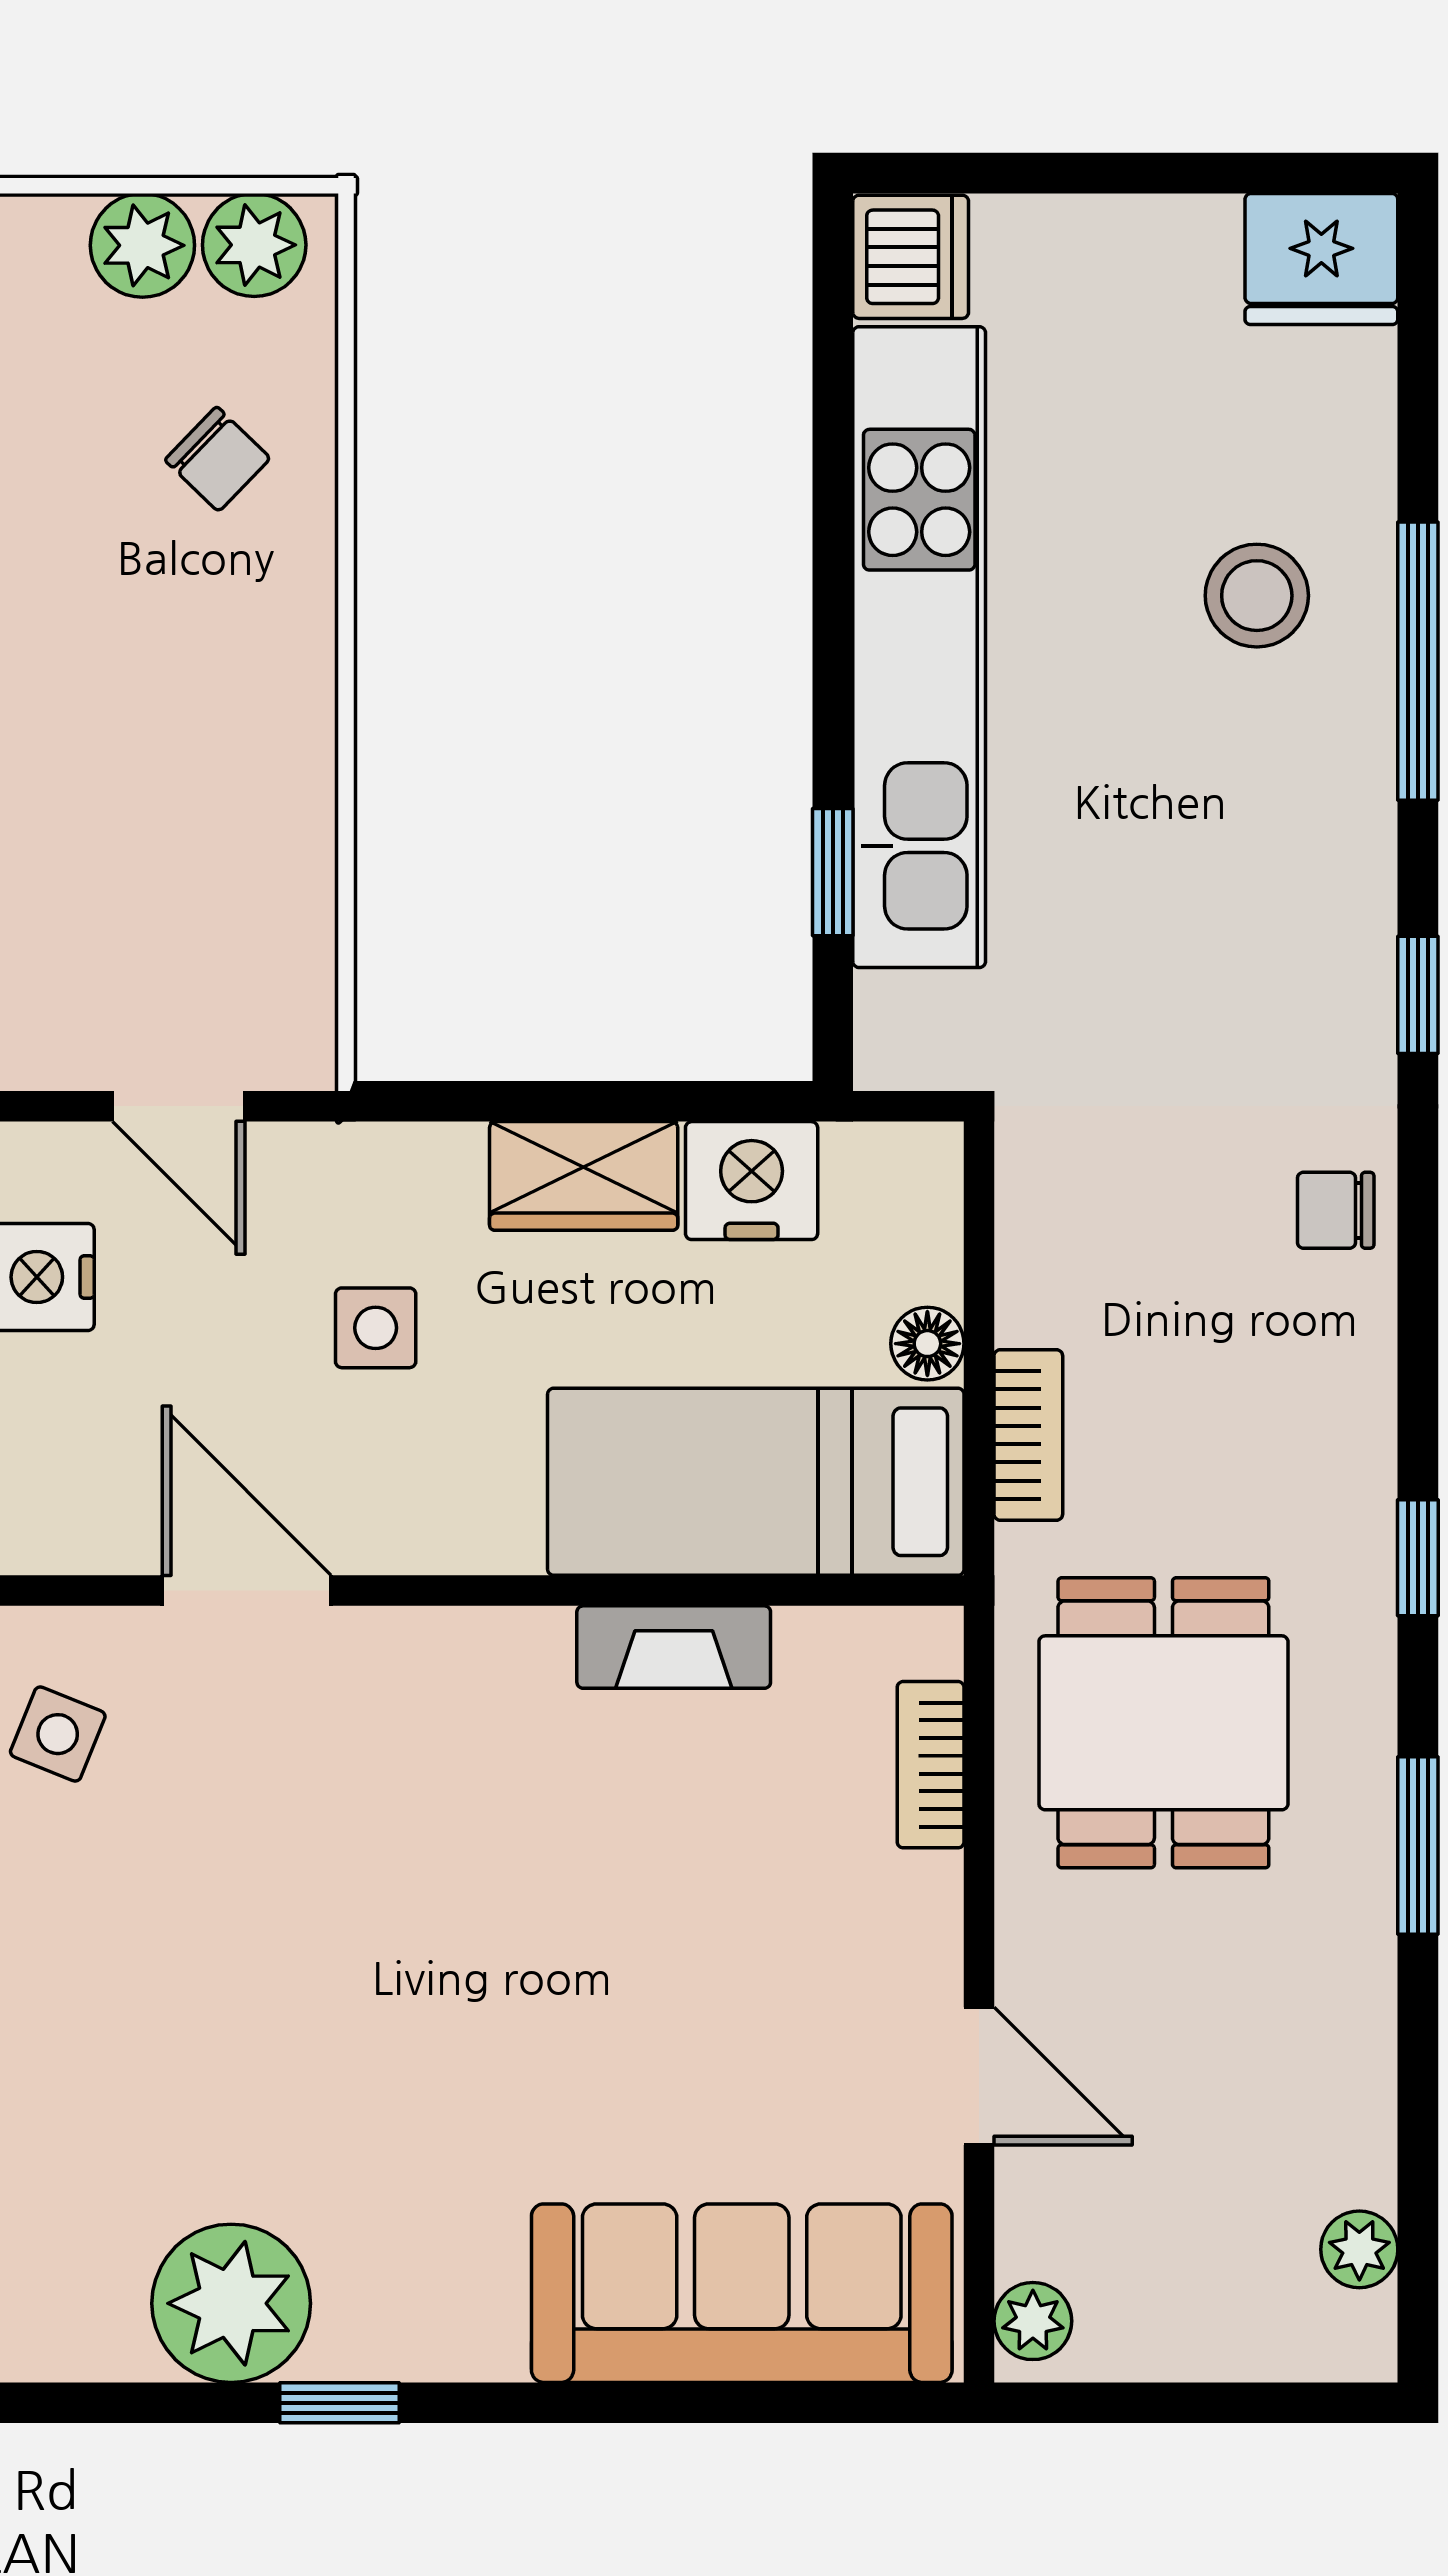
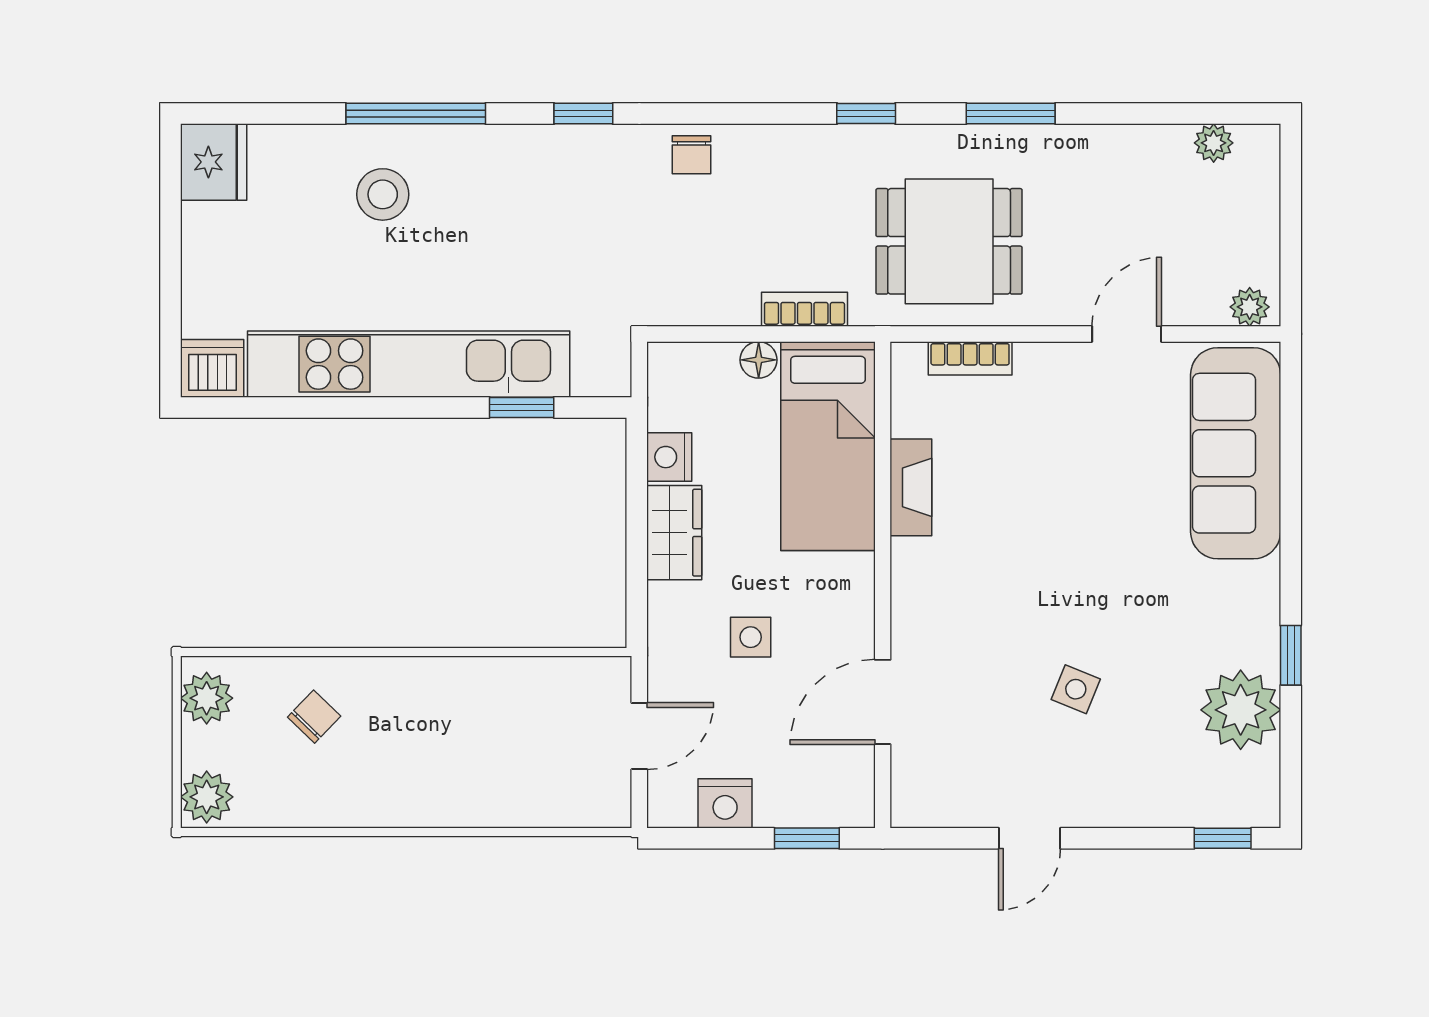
plant: (142, 245) -> (207, 797), moved
nightstand: (752, 1181) -> (669, 457), width x0.74, depth x0.75
side table: (58, 1734) -> (1076, 689), moved

